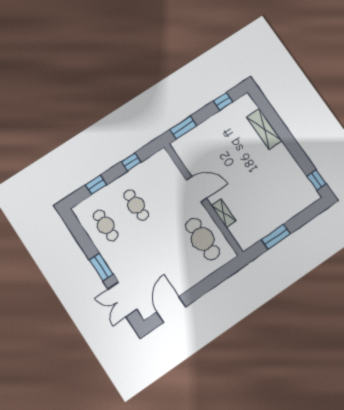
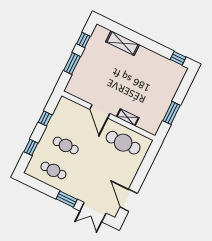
window: (183, 128) -> (72, 64), moved
door: (196, 189) -> (100, 111), swing flipped

